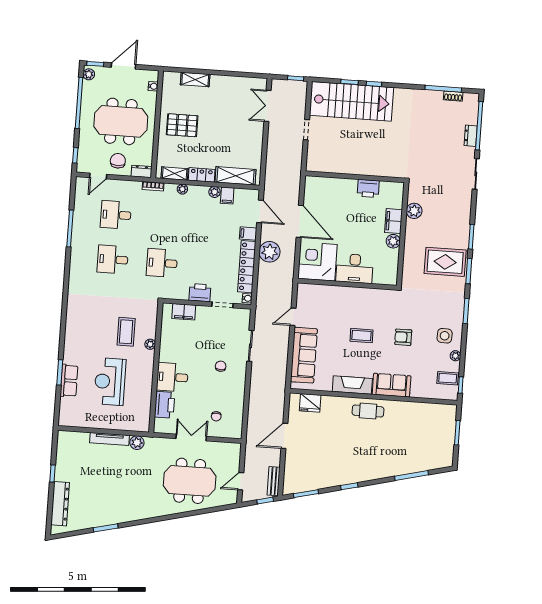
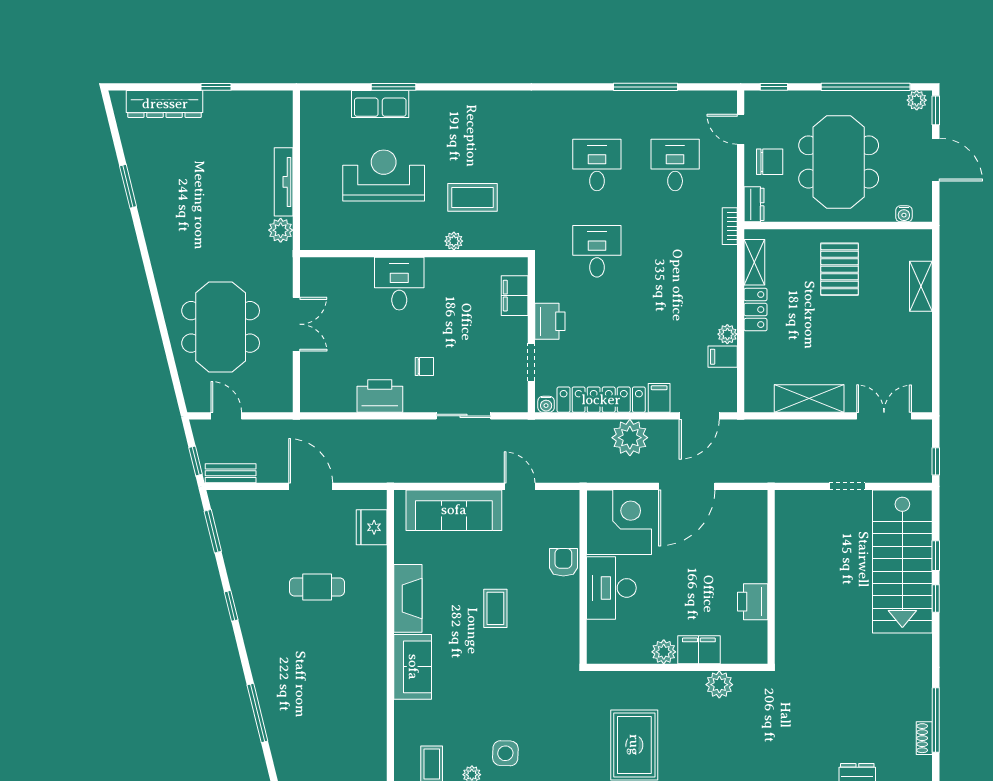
shelving: (236, 176) -> (809, 398), moved, turned 90
plant: (182, 189) -> (728, 278), removed
armchair: (403, 337) -> (563, 562), moved
printer: (165, 405) -> (380, 396), moved, turned 180
cafe table: (368, 411) -> (317, 587), moved, turned 90
chair: (216, 416) -> (336, 365), removed

